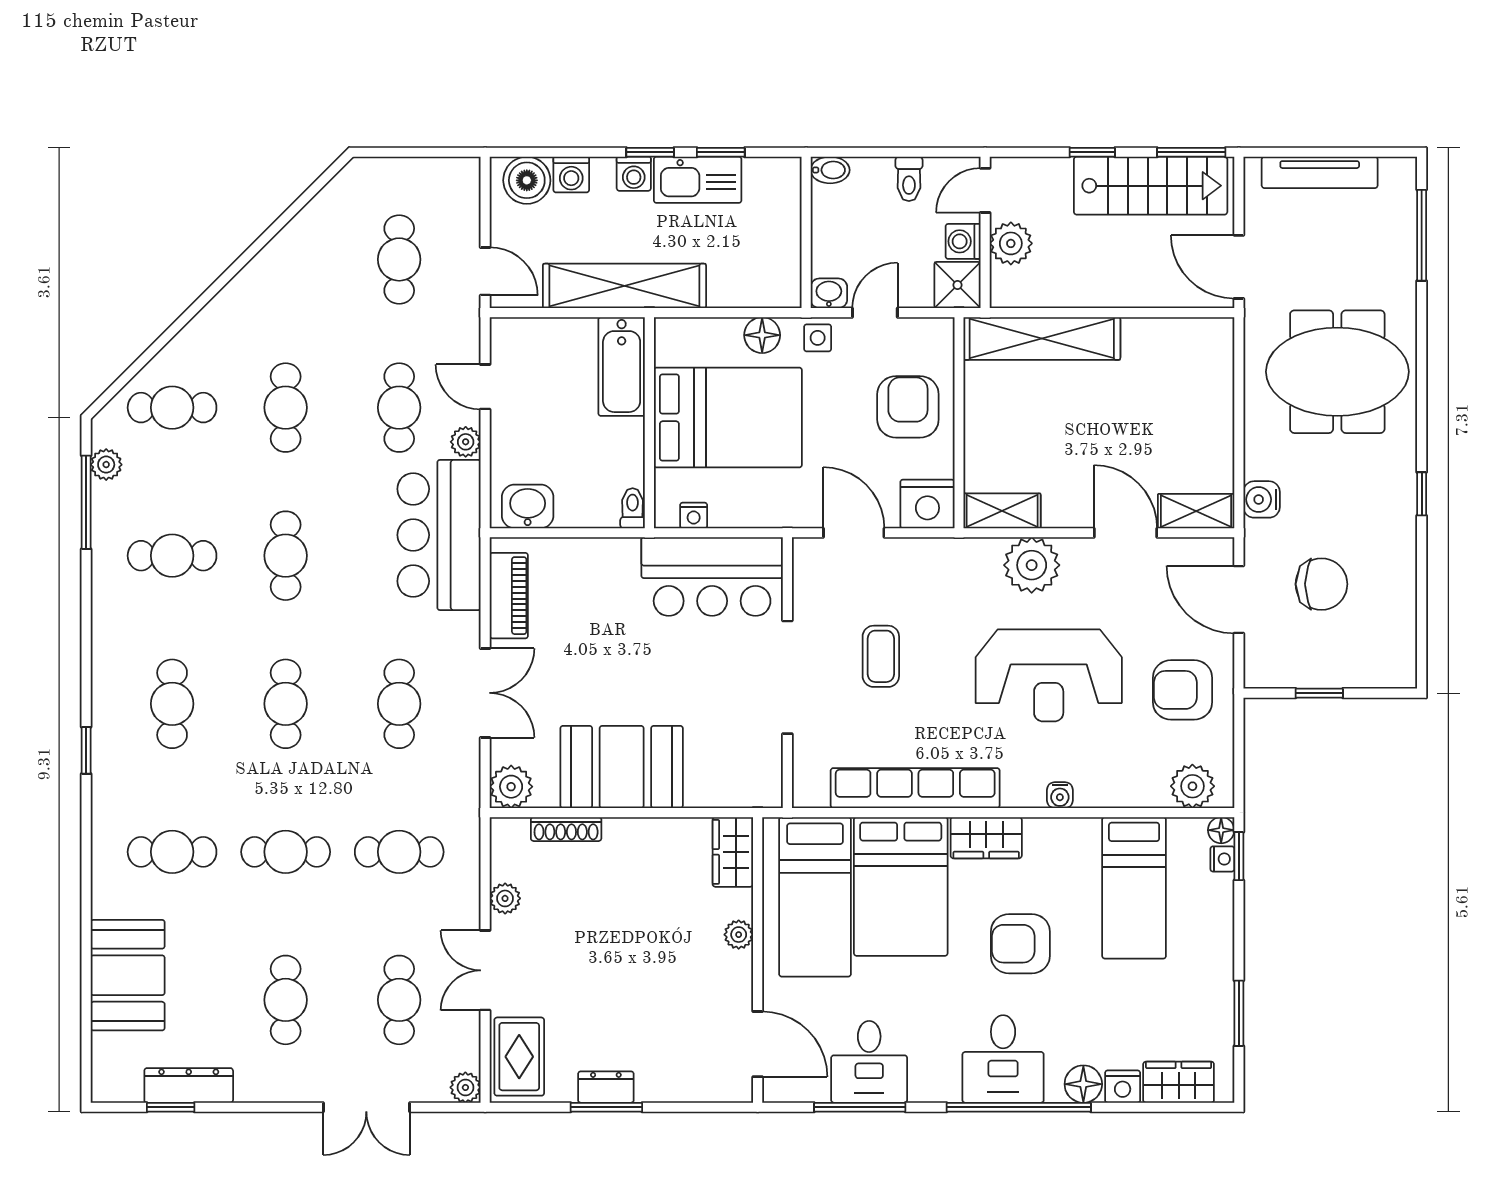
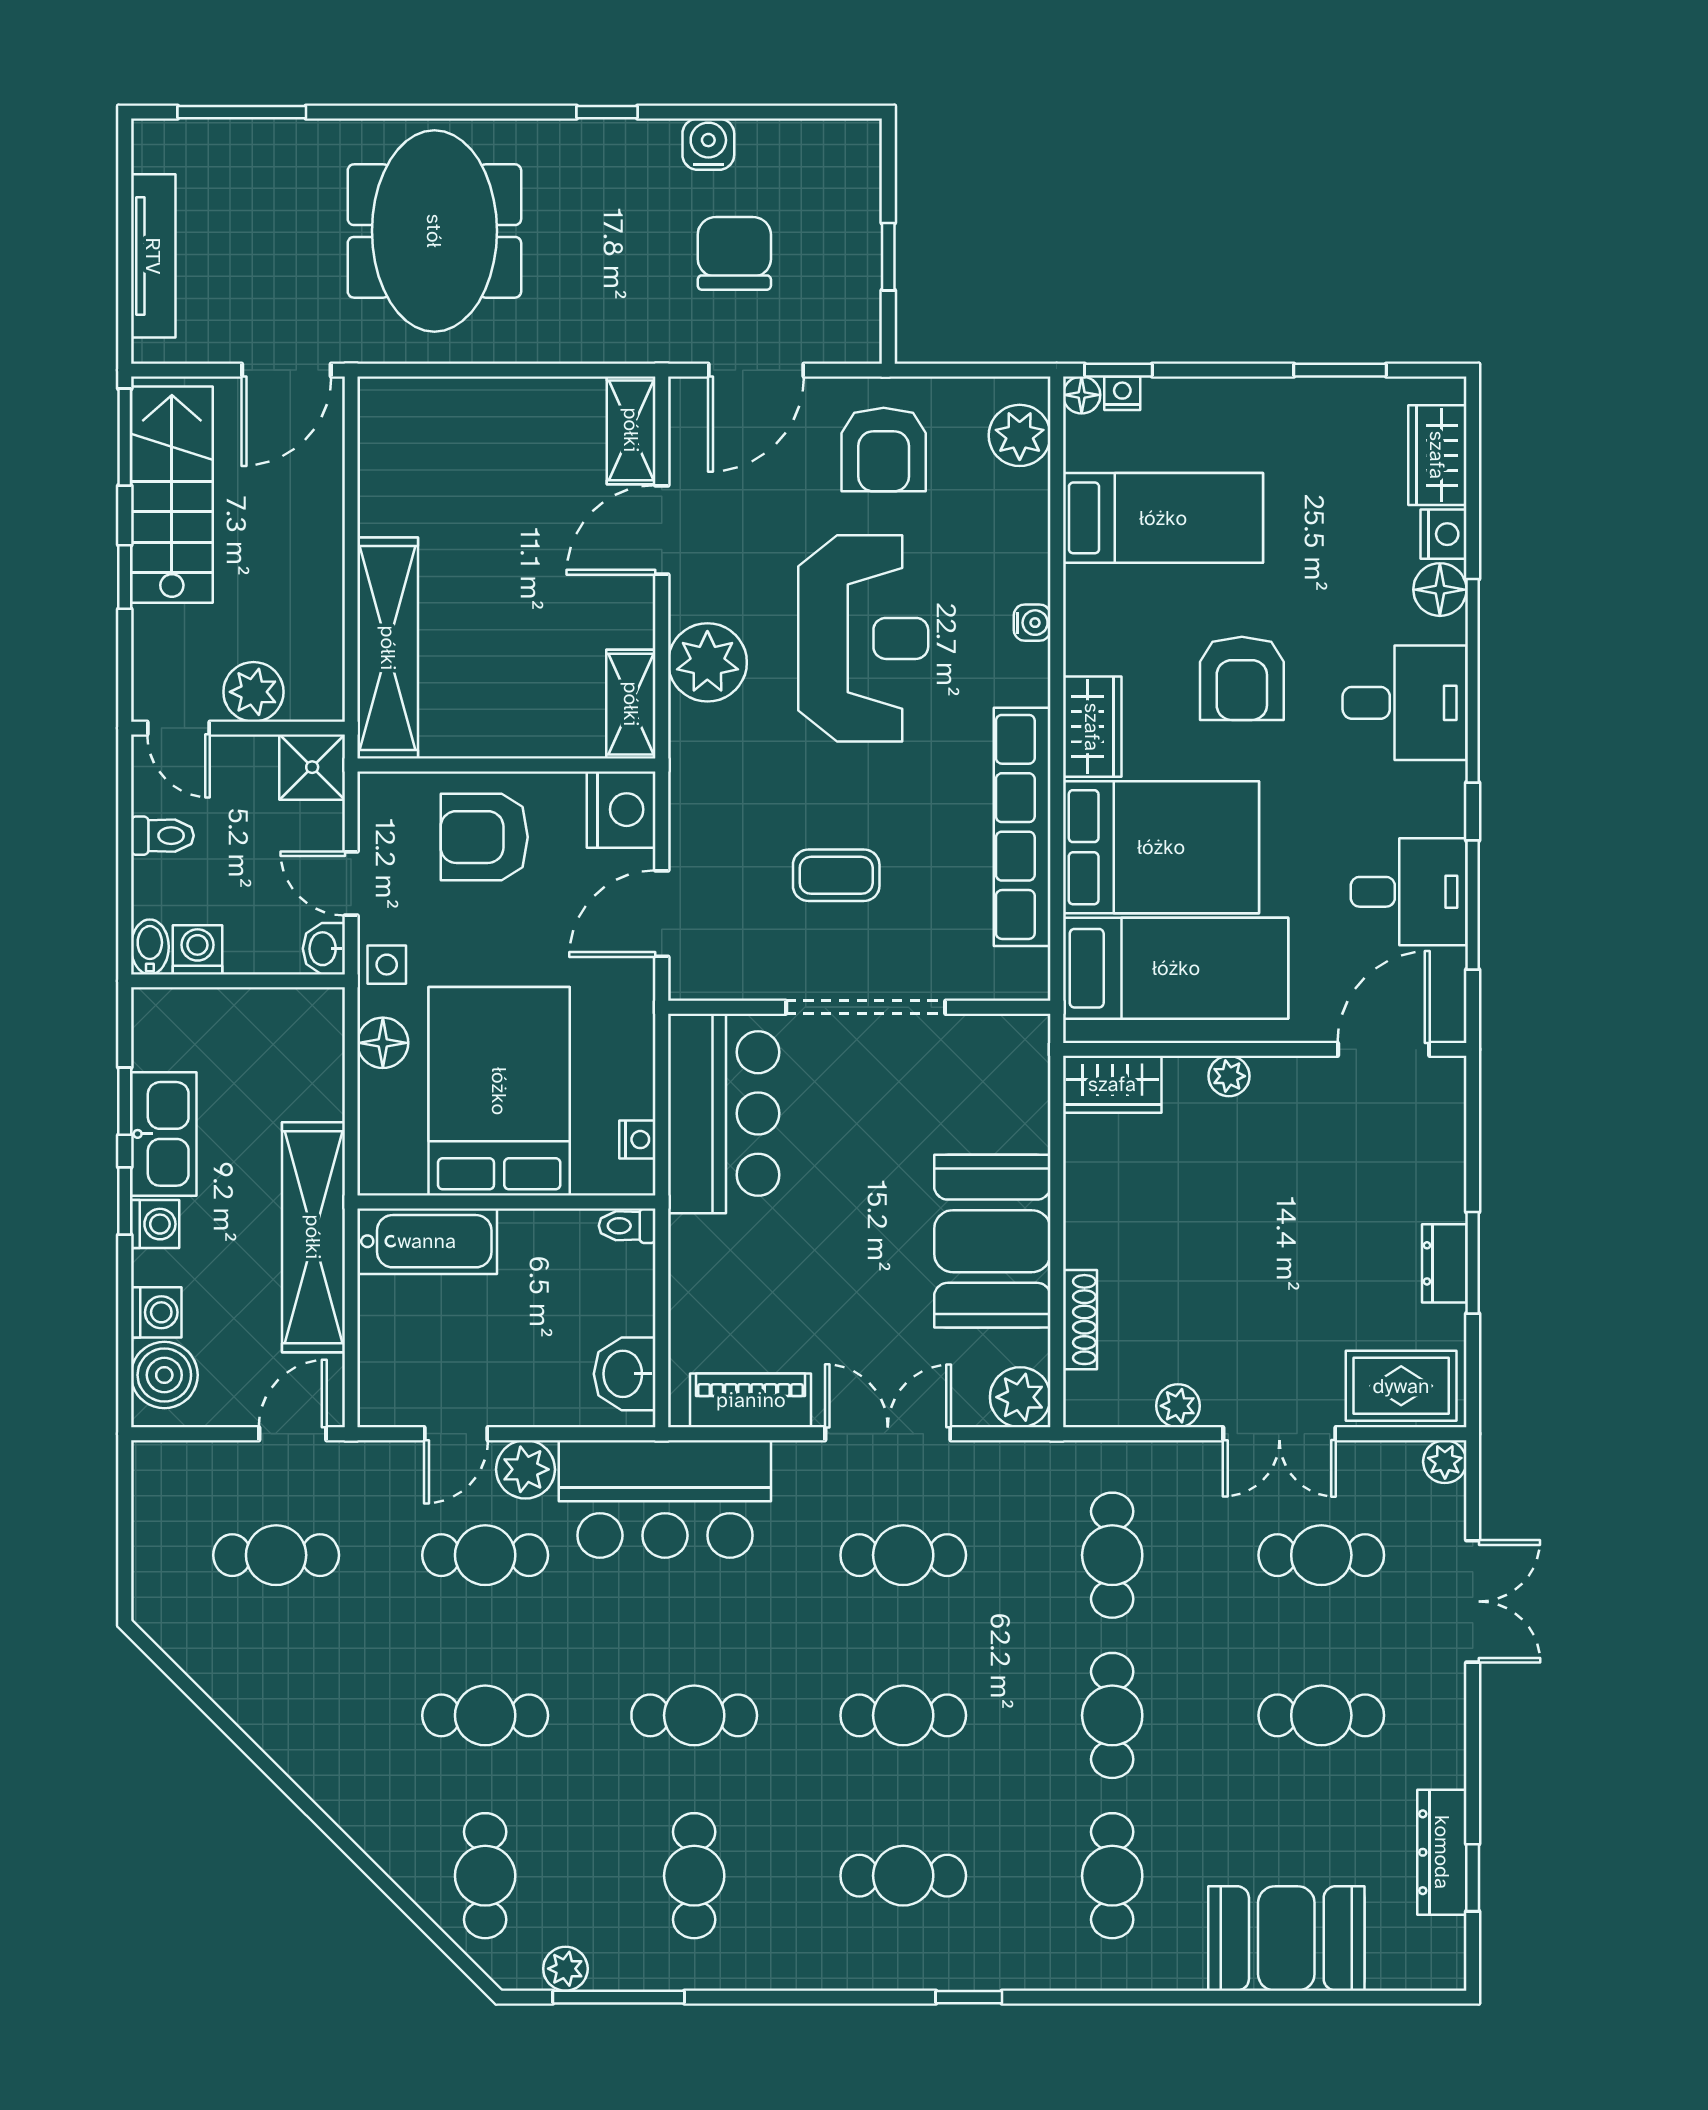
washing machine: (963, 241) -> (197, 950), moved, turned 180
plant: (466, 442) -> (525, 1469), width x1.38, depth x1.38
water cooler: (1262, 499) -> (708, 144), moved, turned 180

